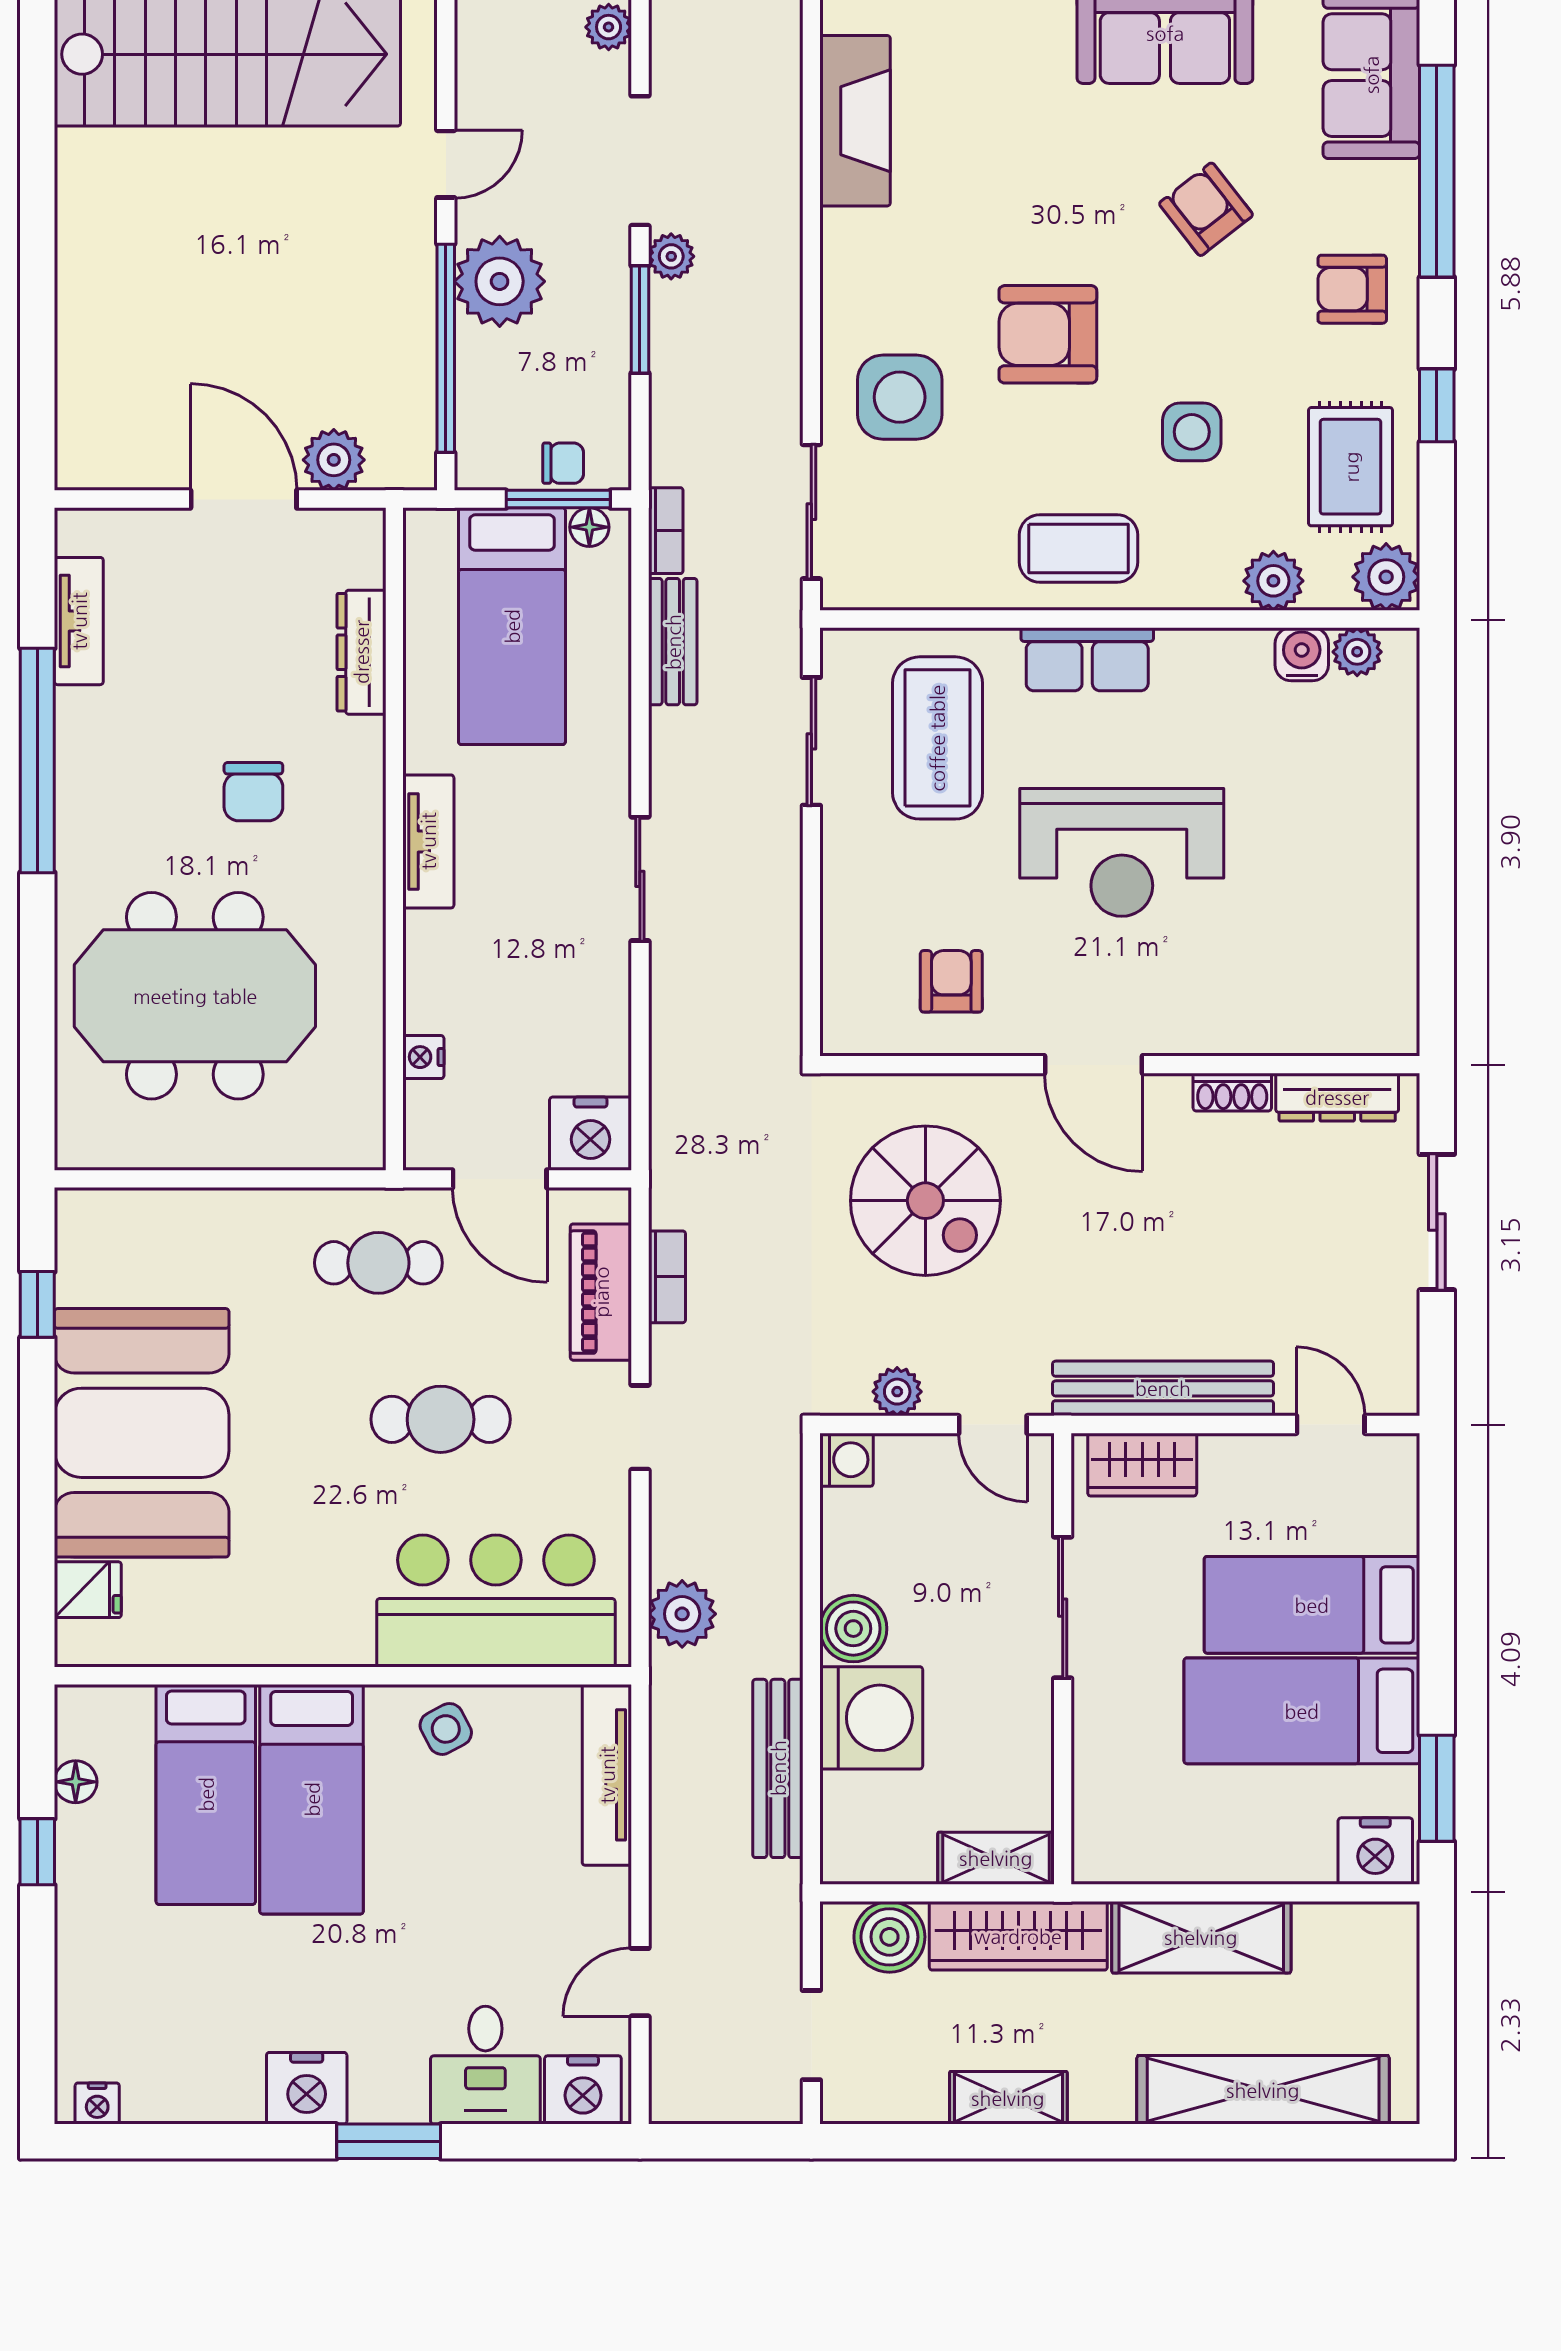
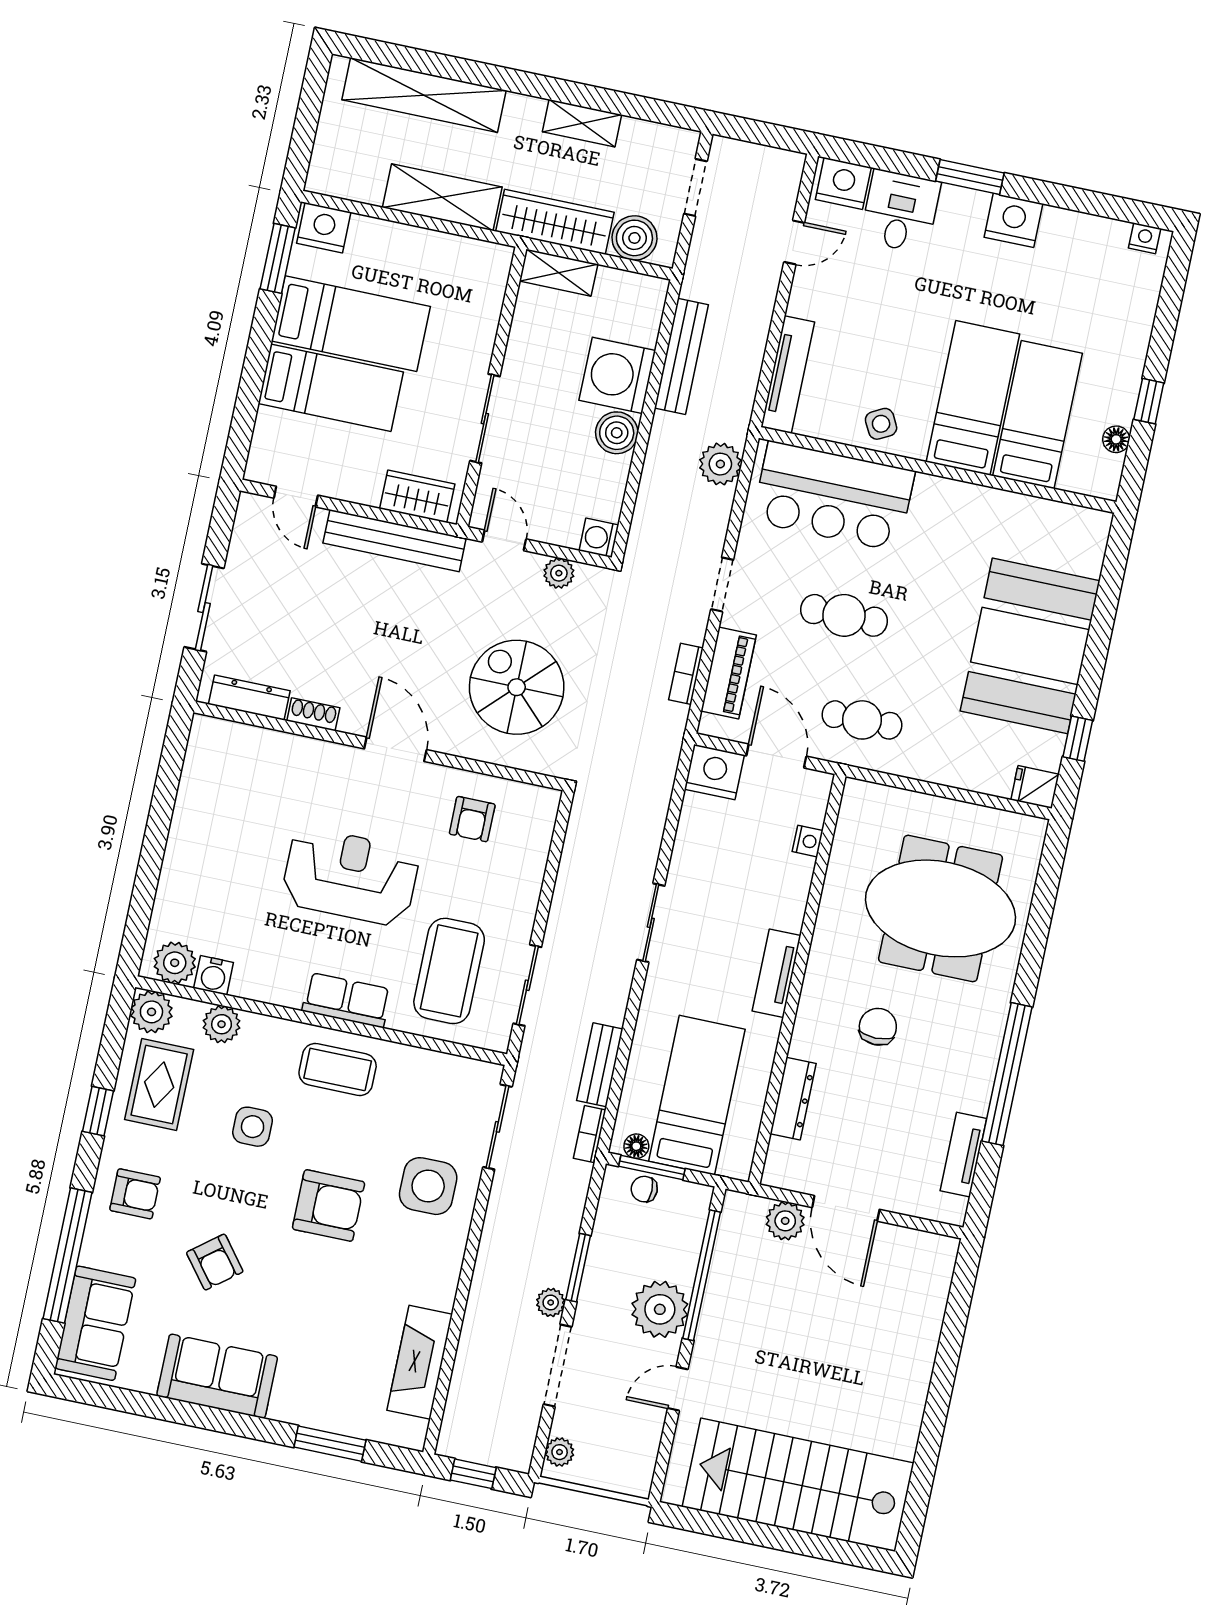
plant: (1357, 652) -> (175, 963), width x1.38, depth x1.38
fridge: (88, 1590) -> (1035, 787), moved

